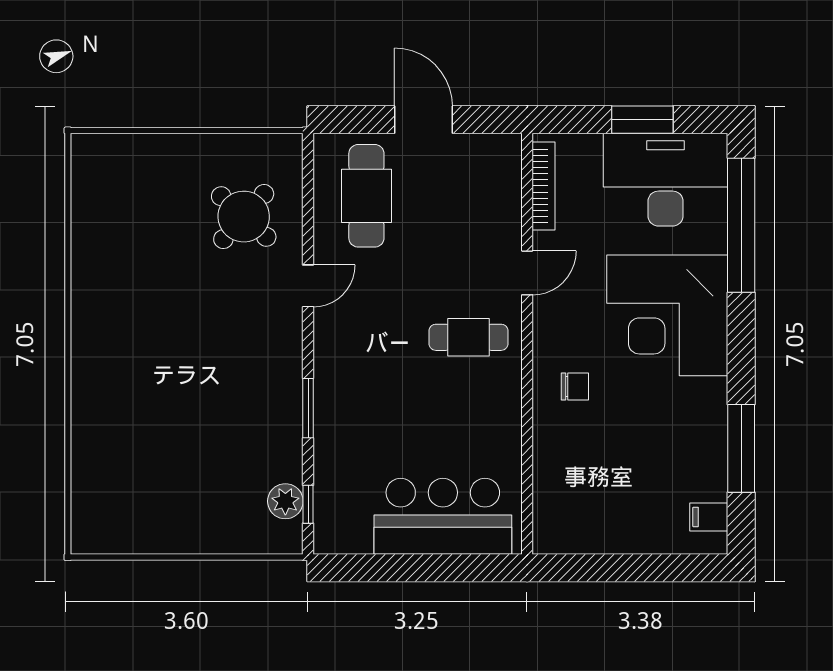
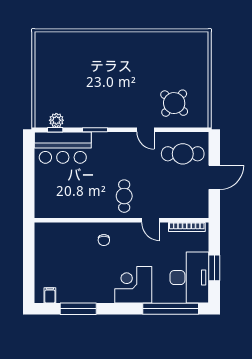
corner desk: (667, 315) -> (133, 285), width x0.74, depth x0.74
bar counter: (443, 516) -> (63, 148), moved, turned 90

